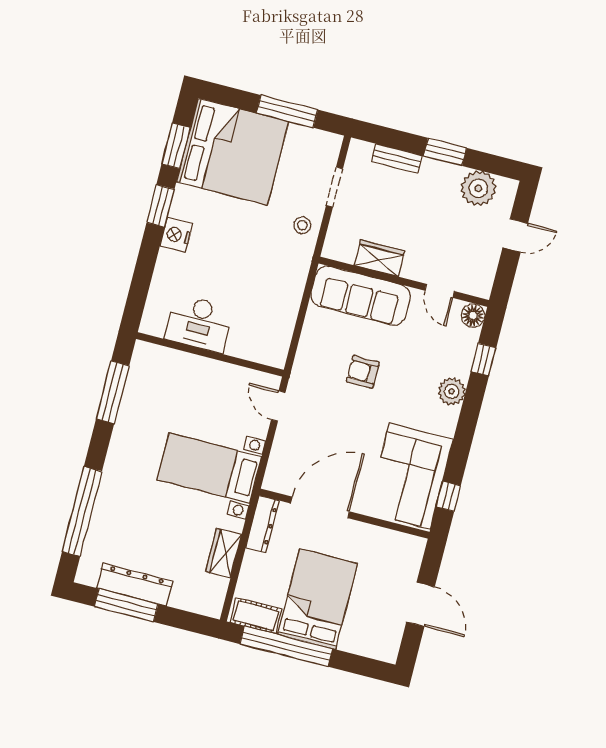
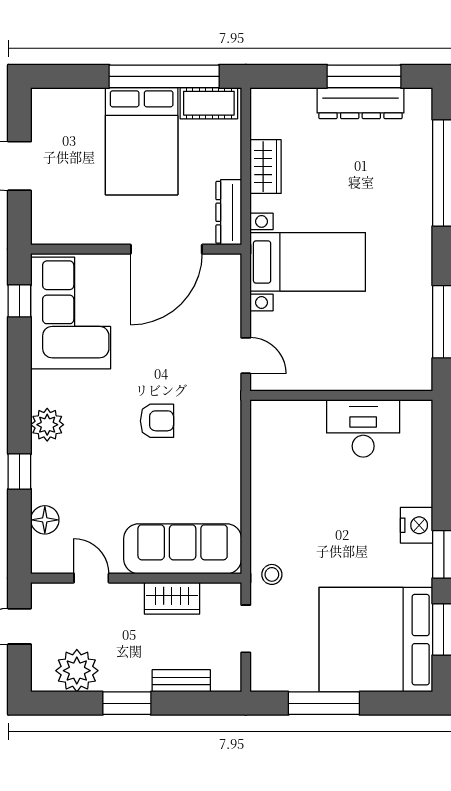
wardrobe: (379, 258) -> (172, 598), moved
wall: (404, 282) -> (136, 578), moved
door: (440, 291) -> (91, 578), moved
sofa: (361, 296) -> (183, 549), moved

